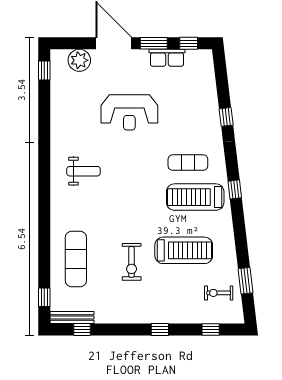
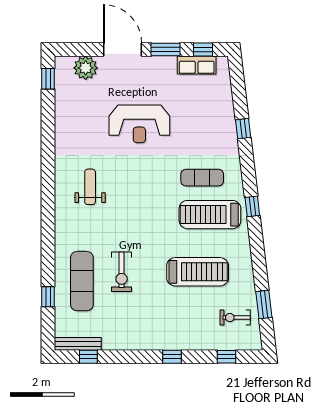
row of seats: (167, 58) -> (197, 65), moved
weight bench: (83, 171) -> (90, 187), turned -90
exercise bike: (132, 262) -> (122, 272), moved
window: (44, 297) -> (48, 297), moved

